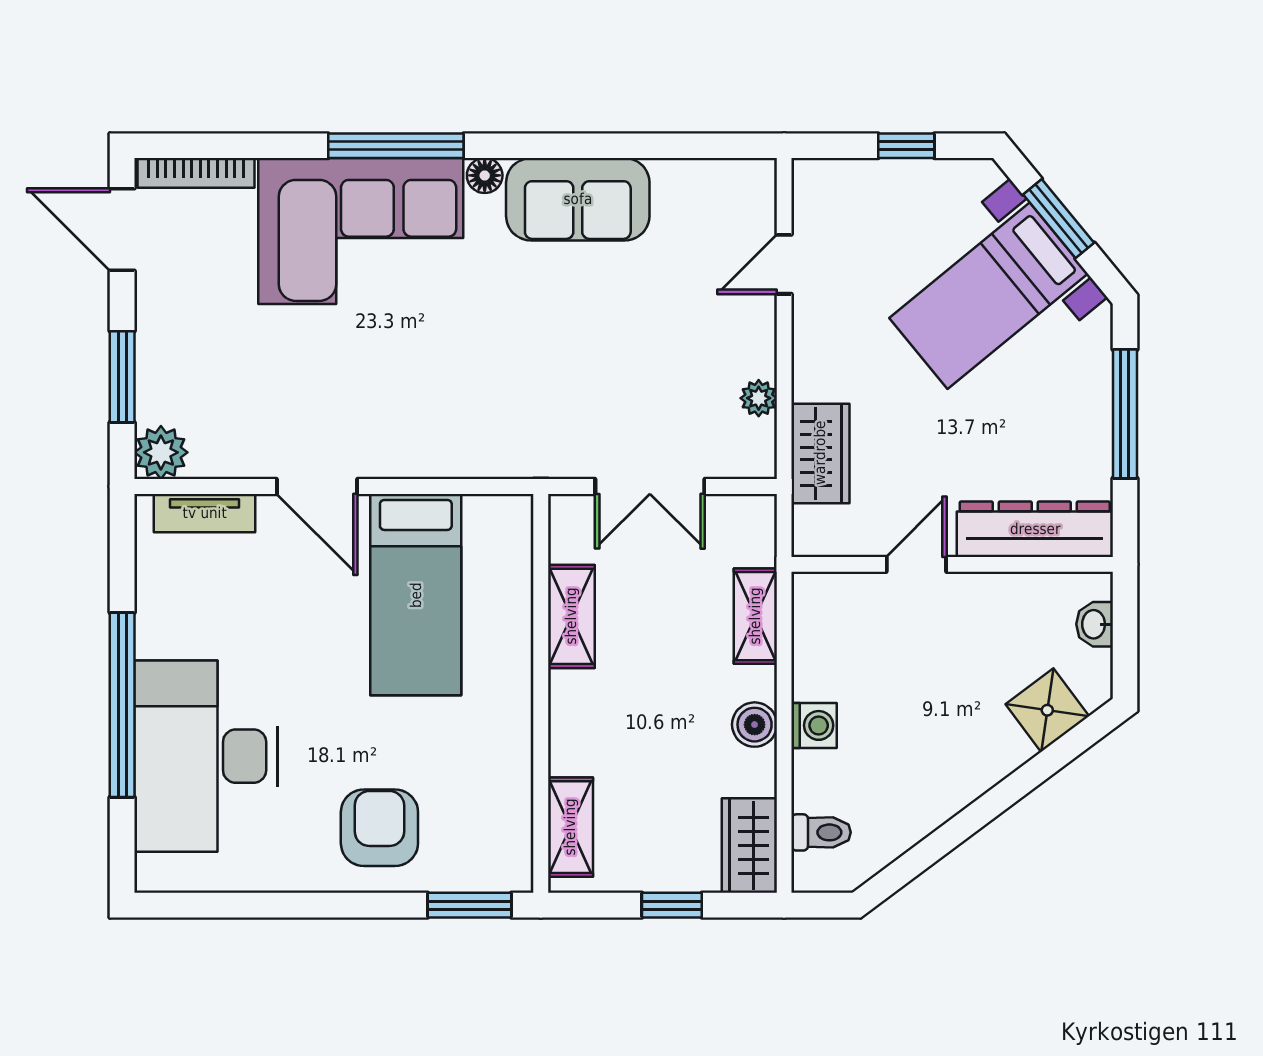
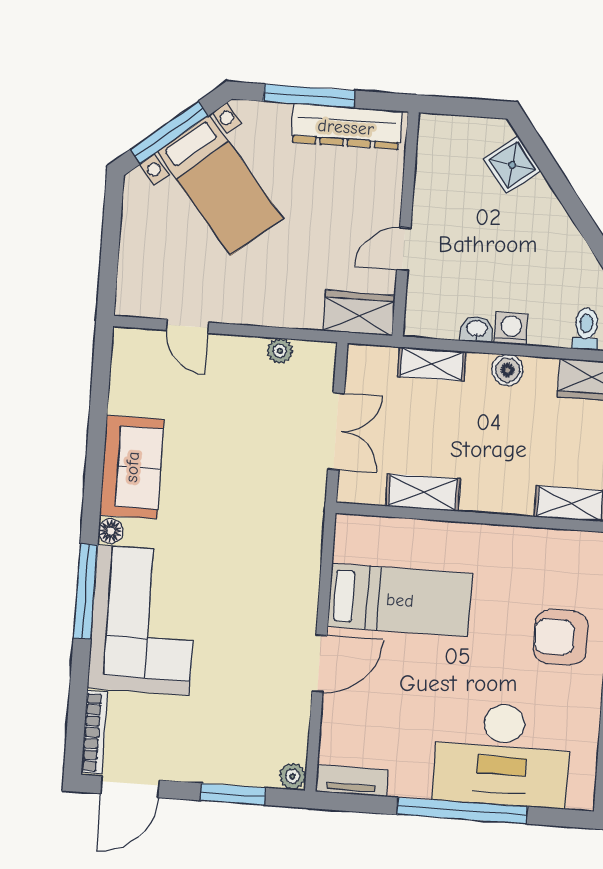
window: (906, 146) -> (111, 235), removed
window: (1059, 219) -> (169, 132), width x1.44
plant: (161, 452) -> (293, 776), width x0.73, depth x0.73
wardrobe: (820, 453) -> (359, 313), moved
tv unit: (205, 513) -> (352, 781), moved, turned -90
dresser: (1035, 529) -> (346, 127), moved, turned -90
door: (916, 564) -> (404, 249), hinge flipped
washbasin: (1095, 624) -> (477, 329), moved, turned 180

